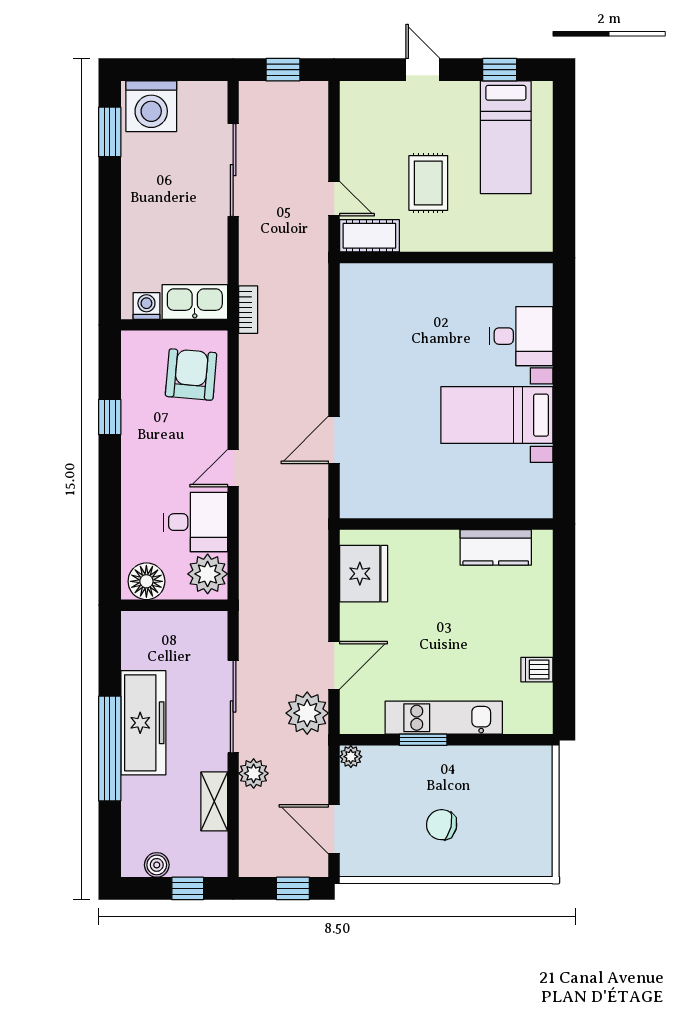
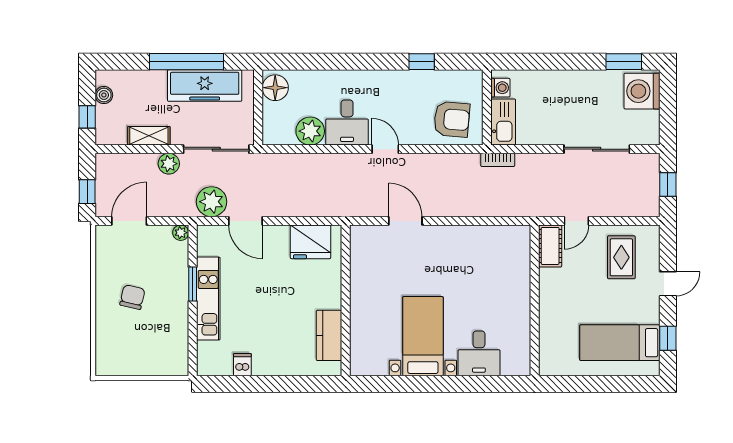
rug: (428, 183) -> (621, 257), moved, turned 90
floor lamp: (146, 581) -> (275, 88), moved
wall: (174, 605) -> (258, 107), moved

